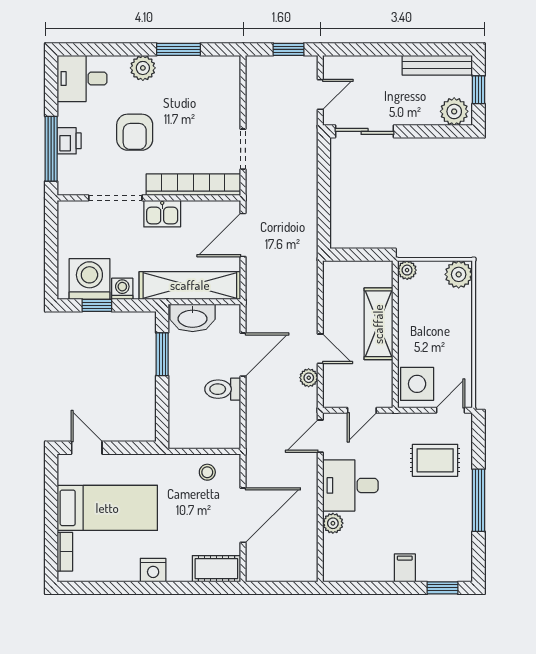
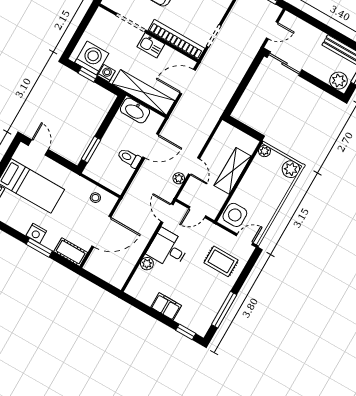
window: (162, 354) -> (91, 149), moved
door: (320, 436) -> (167, 213), hinge flipped
window: (478, 500) -> (224, 310), moved
filing cabinet: (405, 568) -> (166, 306), width x2.00
window: (169, 588) -> (39, 248), added

